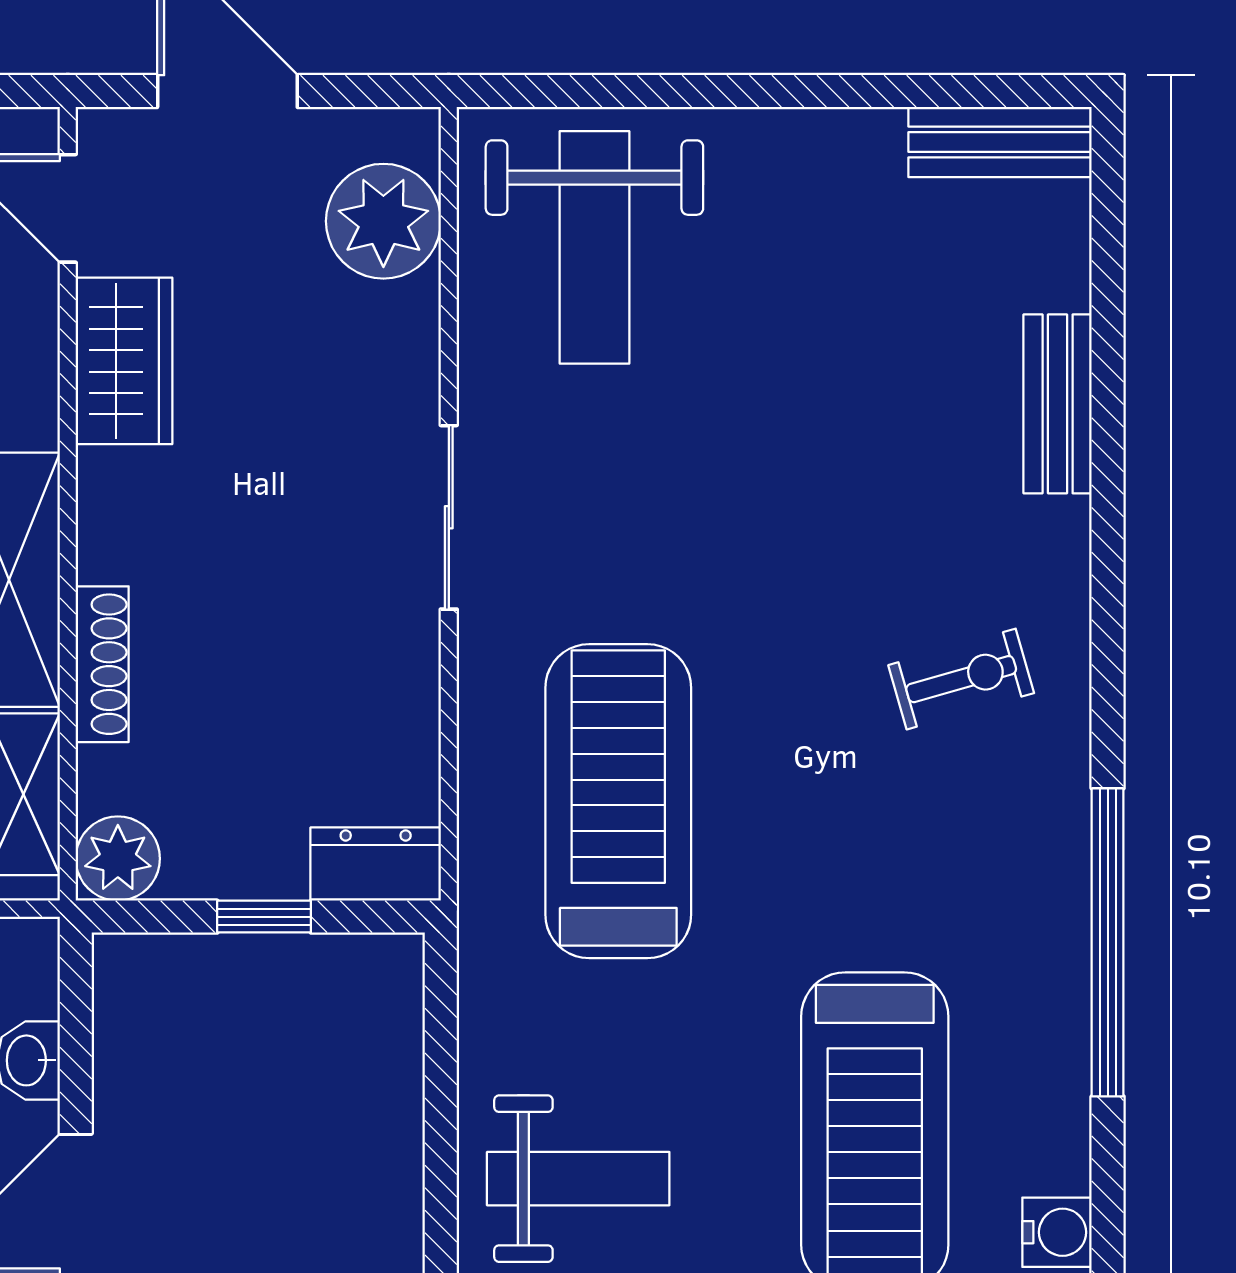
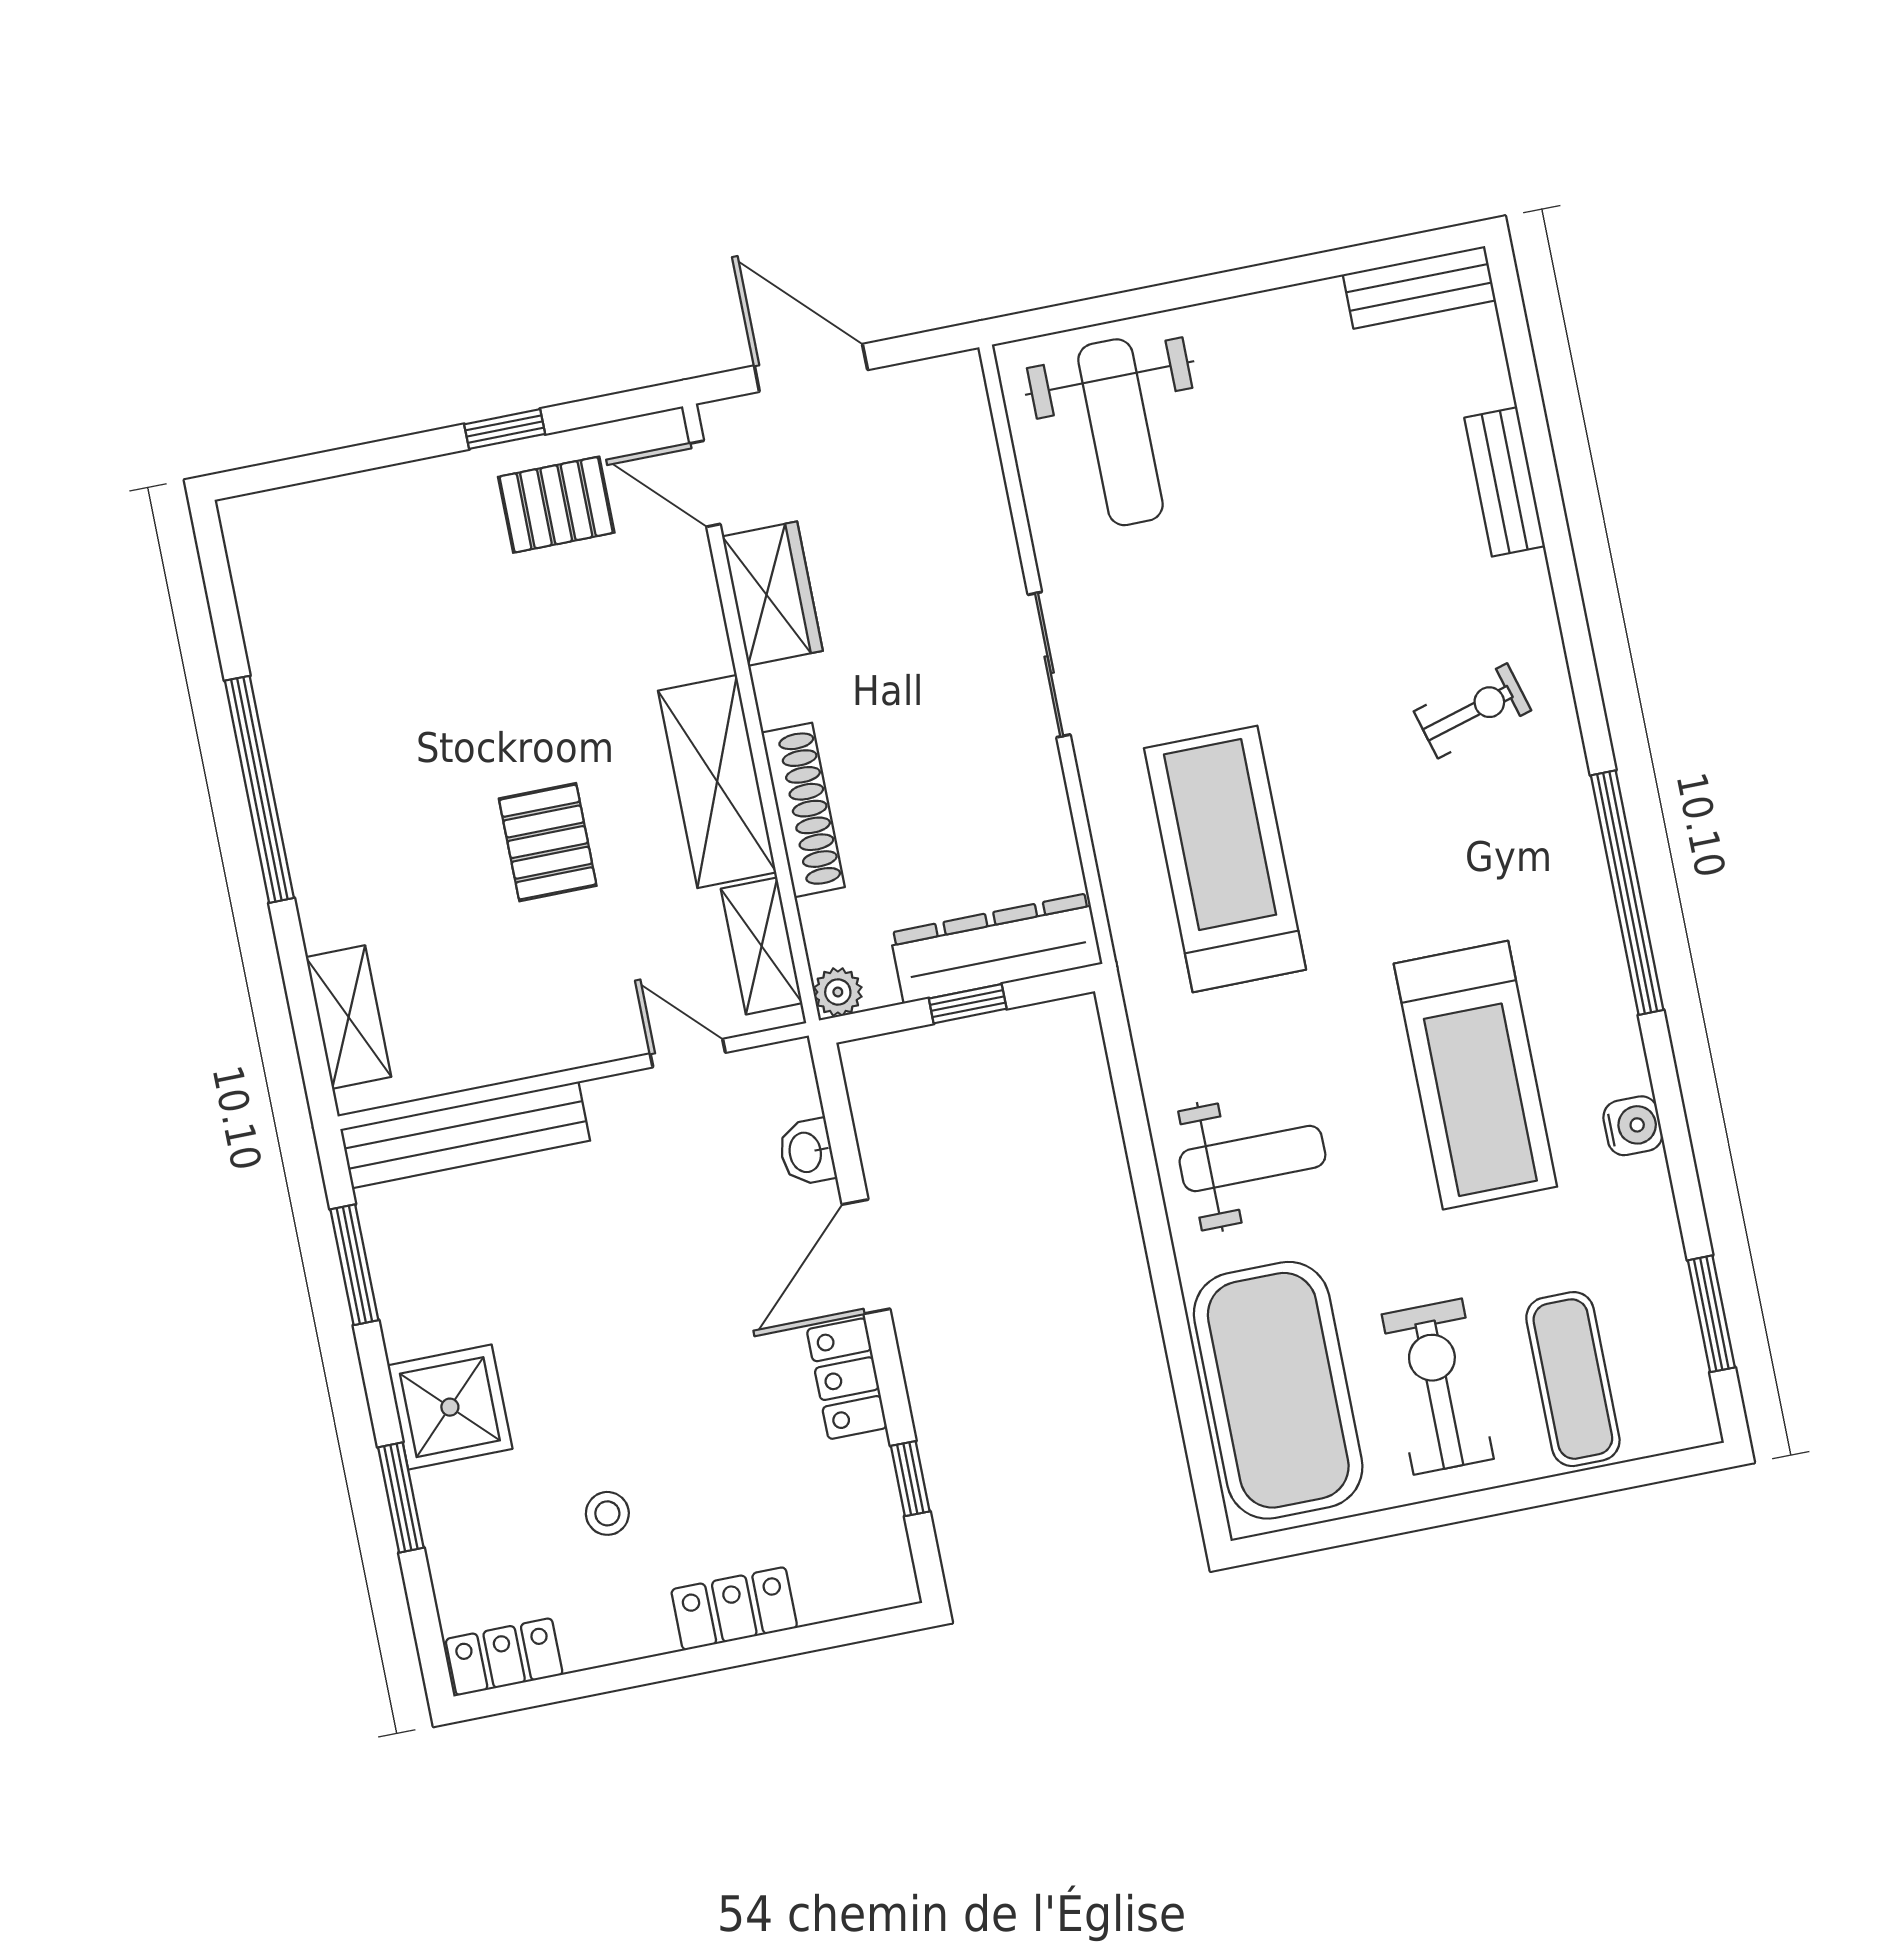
plant: (383, 221) -> (952, 445), removed
shoe rack: (102, 664) -> (803, 810), width x1.36, depth x1.24
plant: (118, 859) -> (838, 992), width x0.73, depth x0.73
dresser: (376, 864) -> (996, 948), width x1.96, depth x1.24

